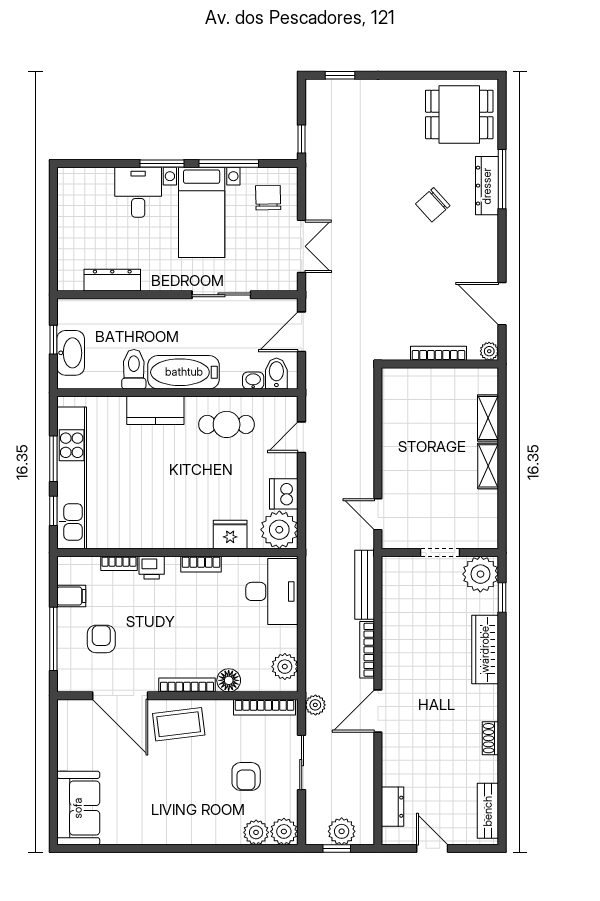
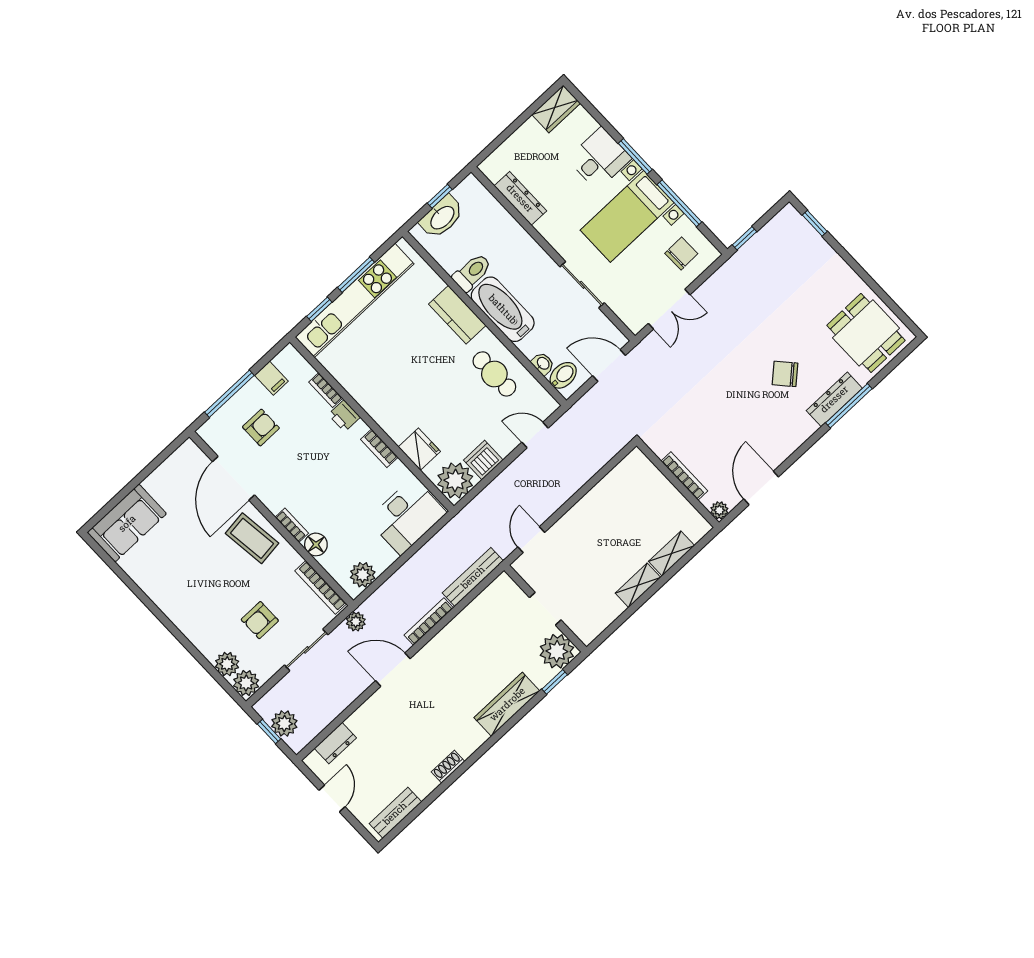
wardrobe: (70, 190) -> (556, 109), added
bookcase: (187, 685) -> (292, 525), width x0.64

